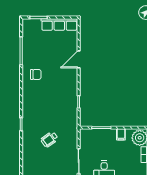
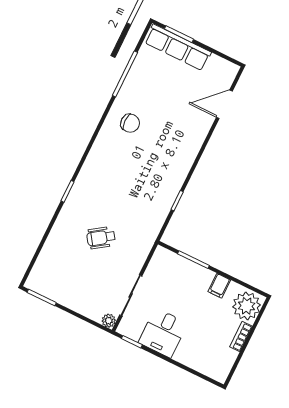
row of seats: (59, 24) -> (178, 47), moved
door: (79, 59) -> (224, 104), moved

